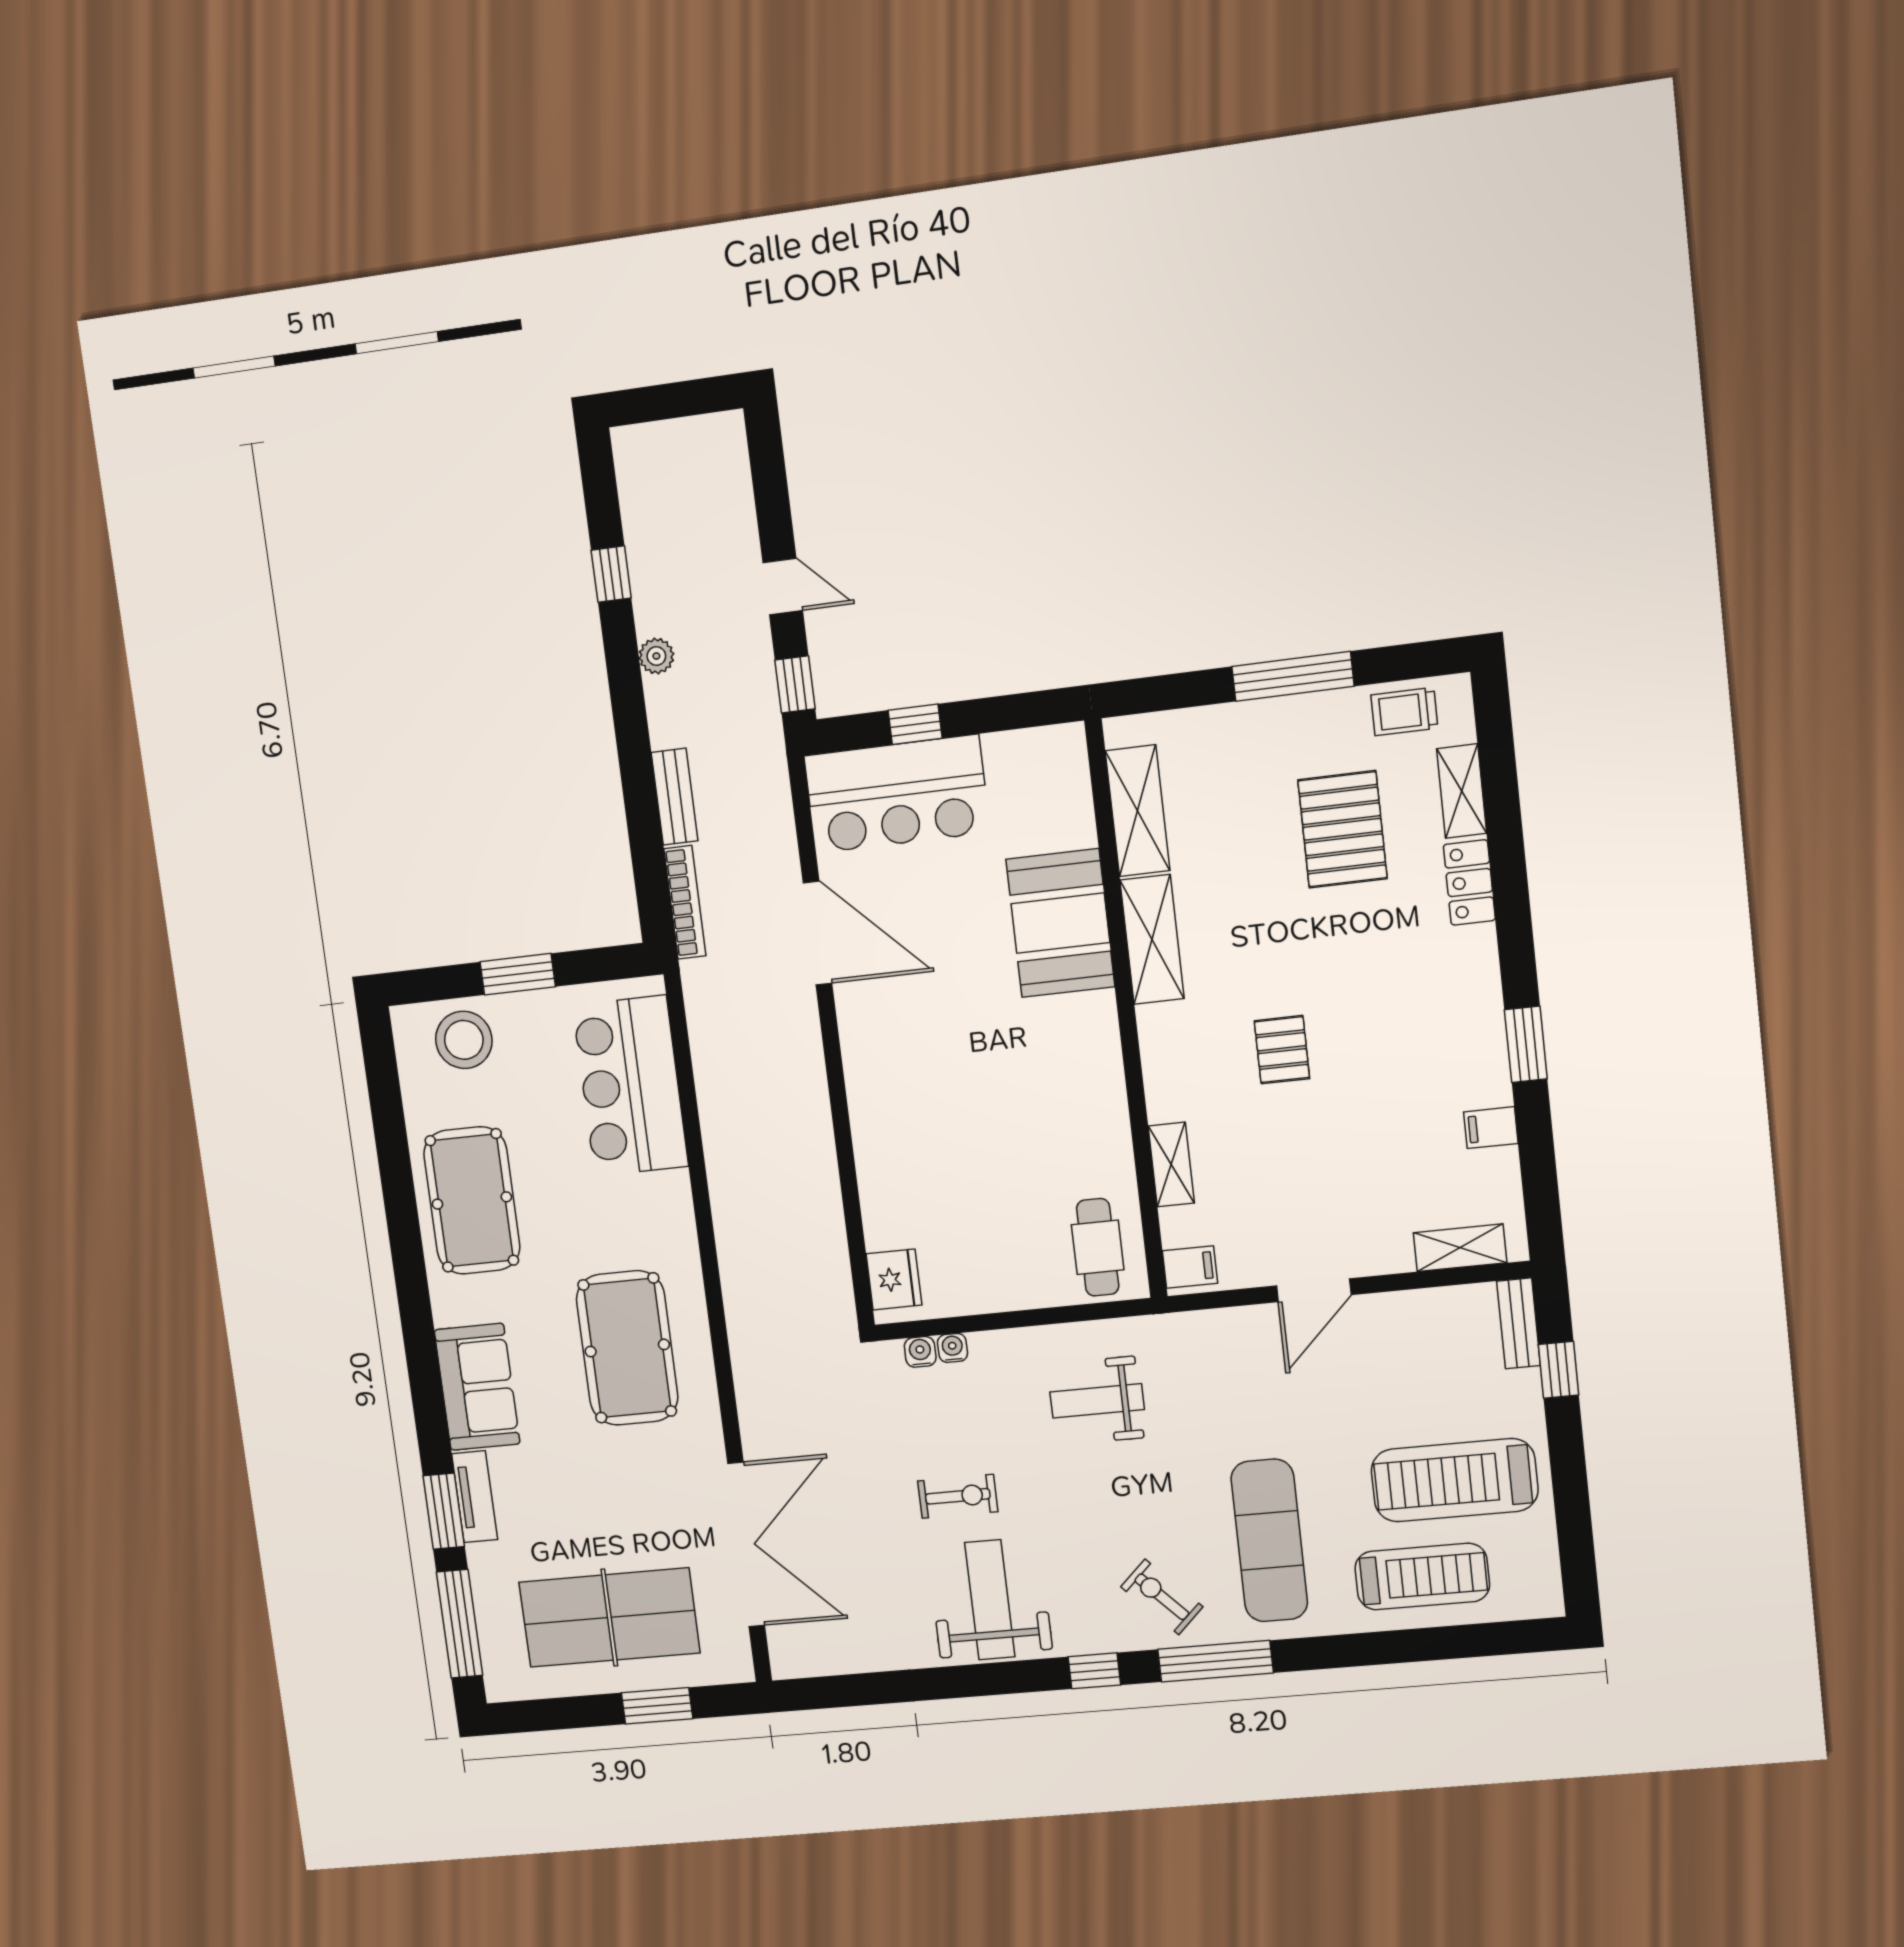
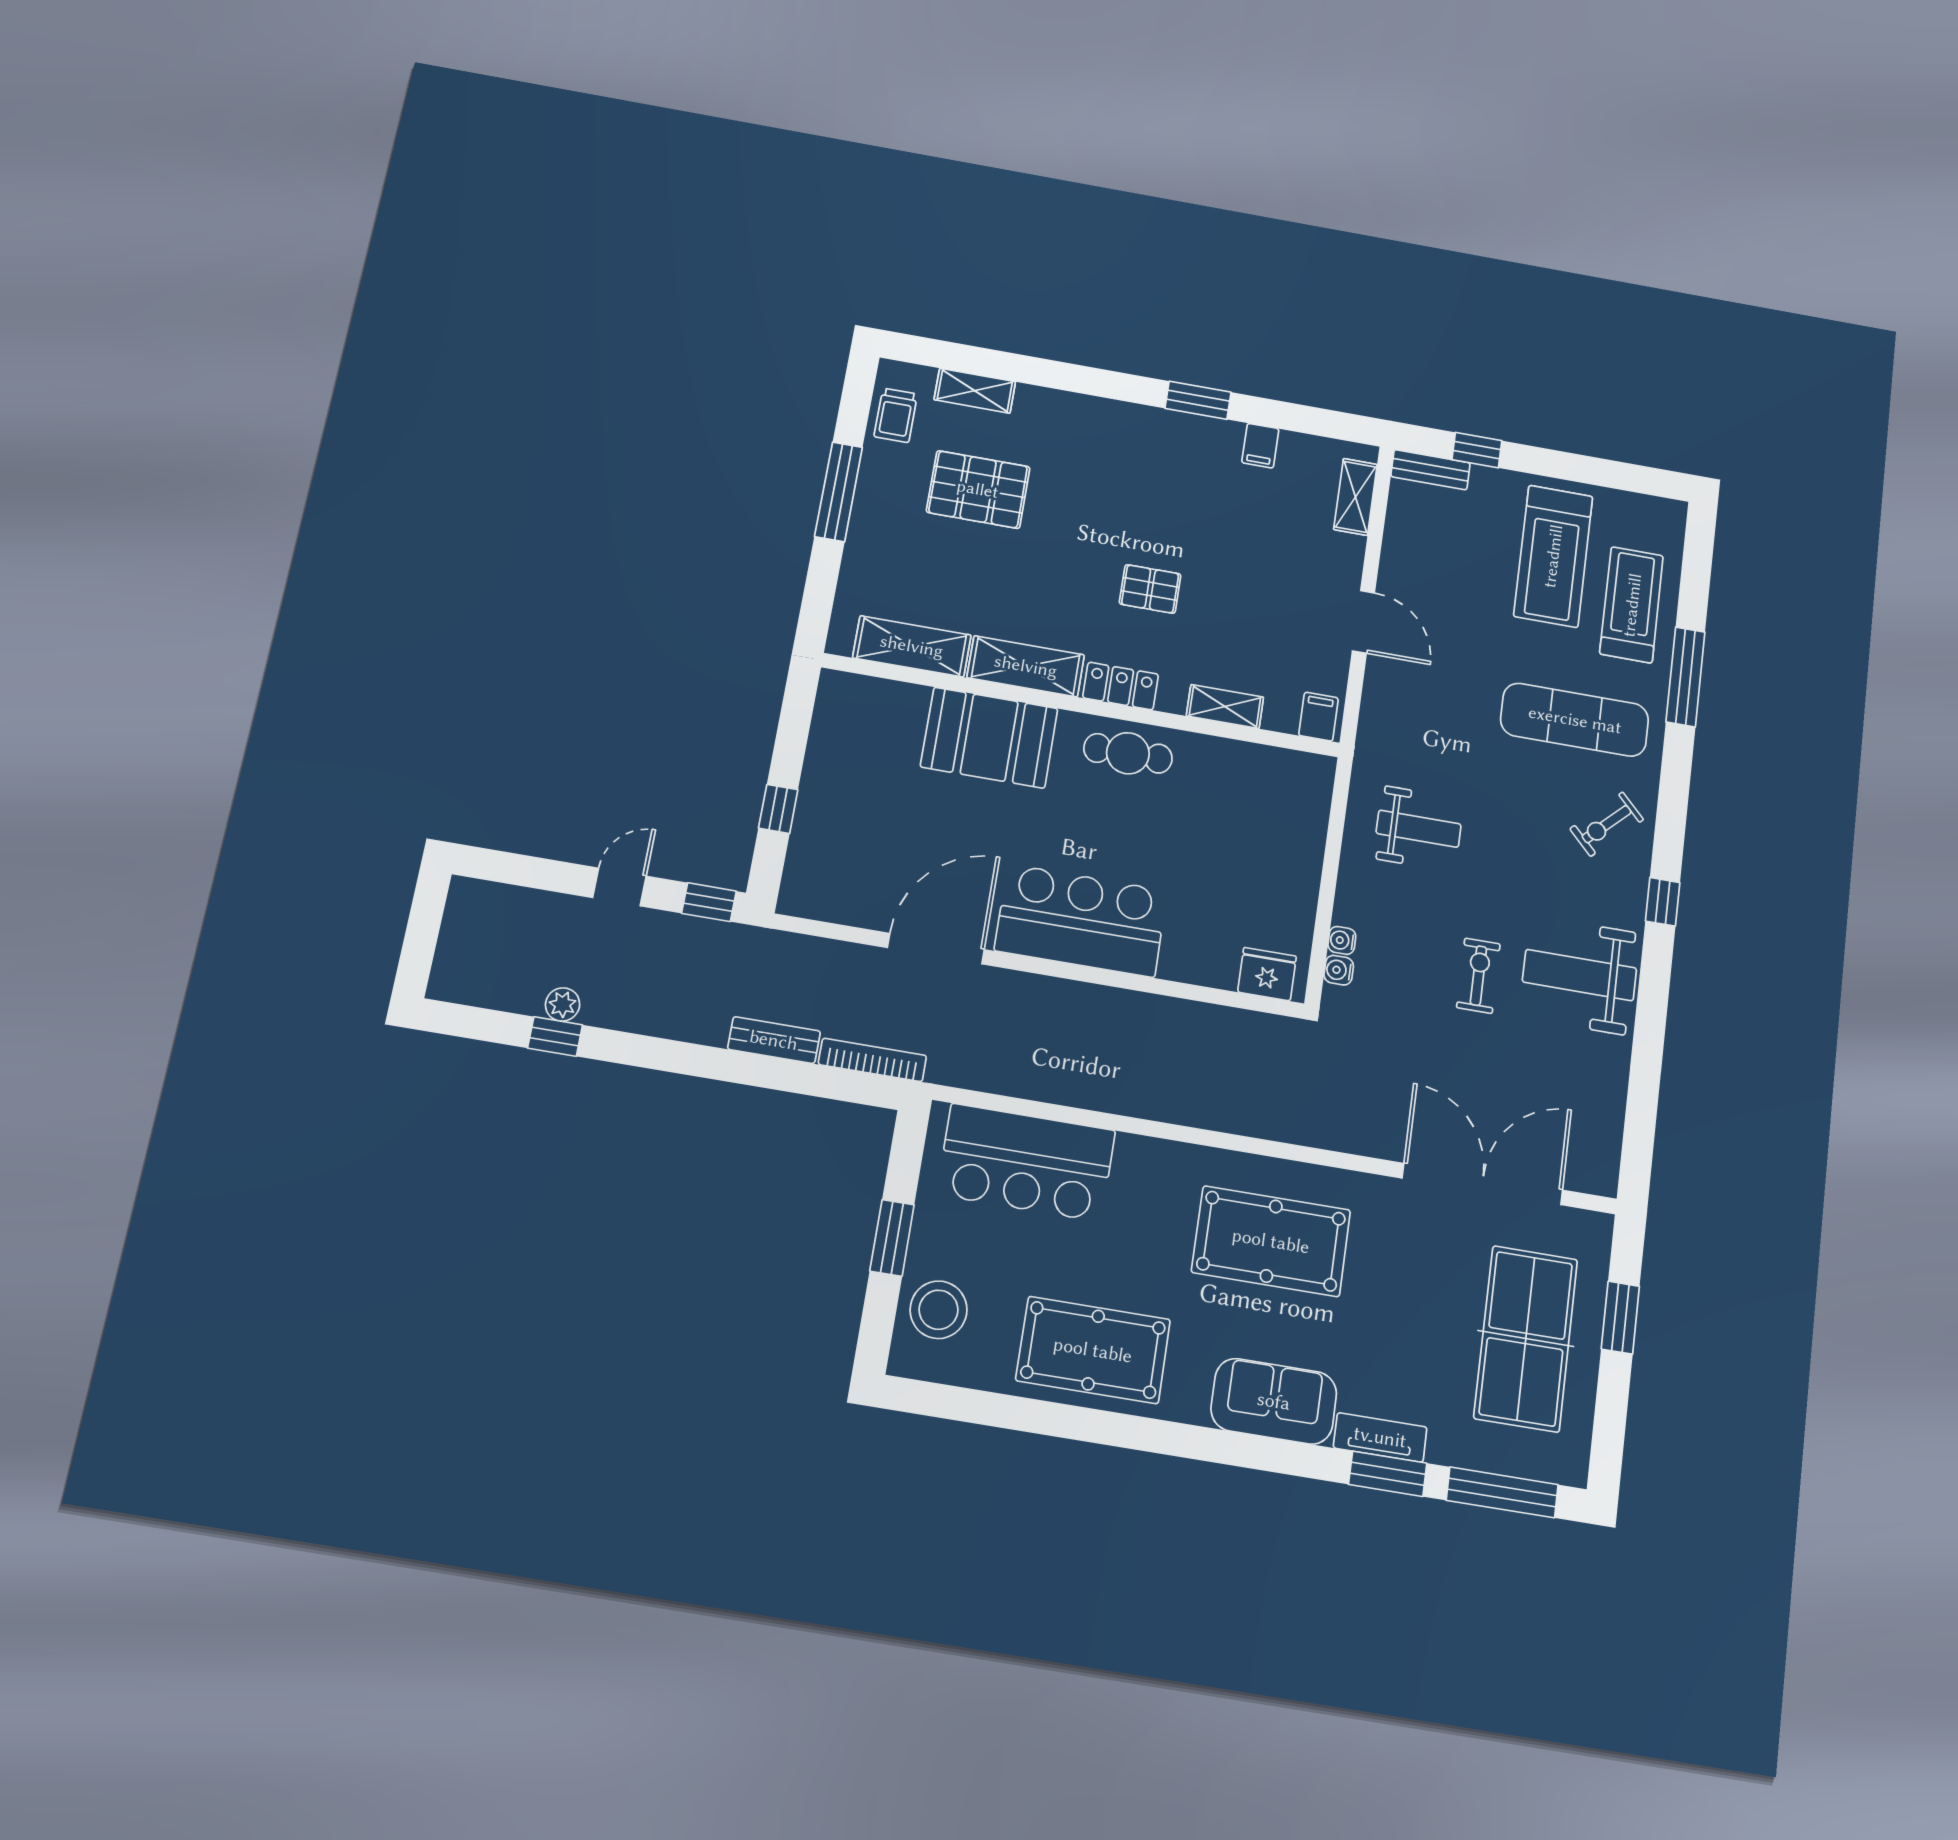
plant: (656, 656) -> (563, 1004), moved
bar counter: (897, 794) -> (1081, 921), moved, turned -90
locker: (1469, 882) -> (1121, 686), moved, turned 180
cafe table: (1098, 1247) -> (1128, 753), moved
weight bench: (1097, 1401) -> (1419, 829), turned -90
window: (1215, 1661) -> (1685, 677), moved

